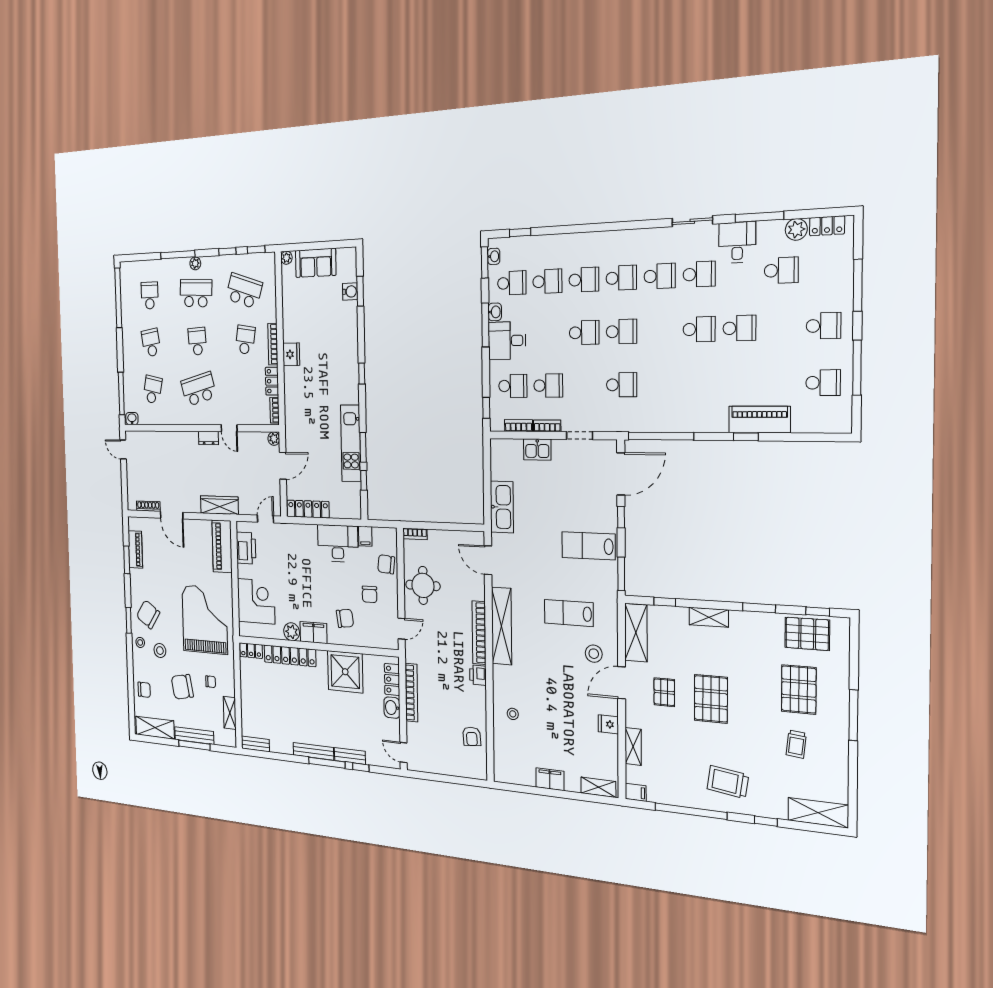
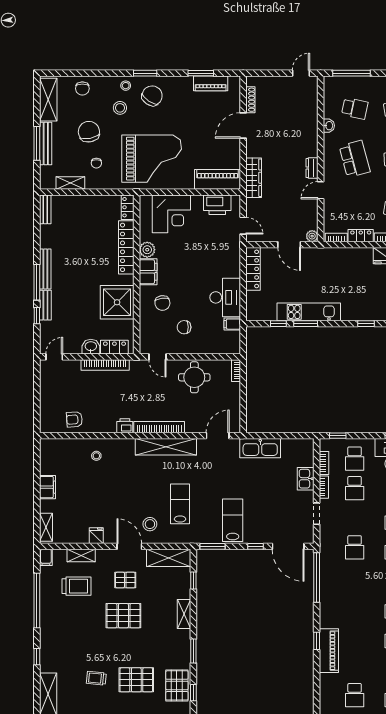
washbasin: (132, 419) -> (329, 126), moved
chair: (386, 564) -> (210, 343), removed
trolley: (728, 782) -> (77, 586), moved, turned 82

